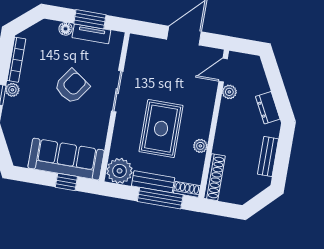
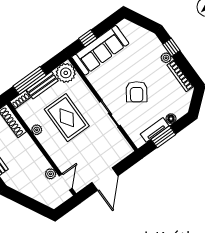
dresser: (268, 108) -> (22, 186), removed

